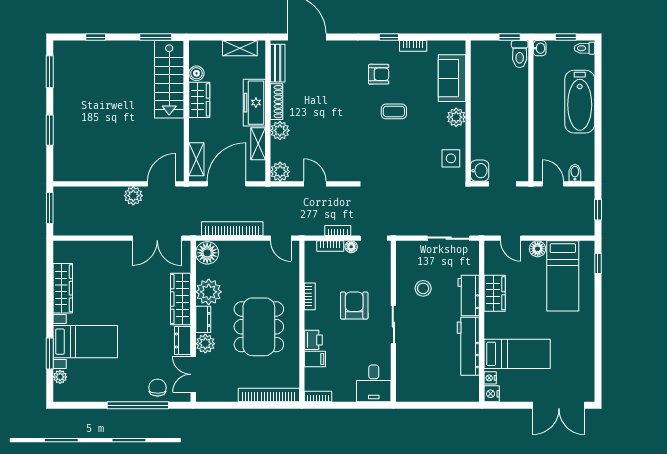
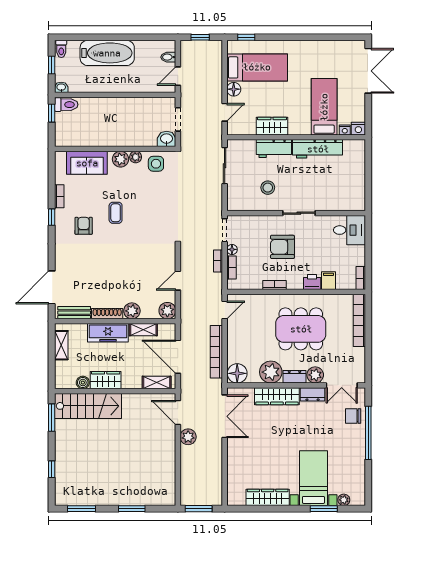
plant: (459, 135) -> (136, 157), added

